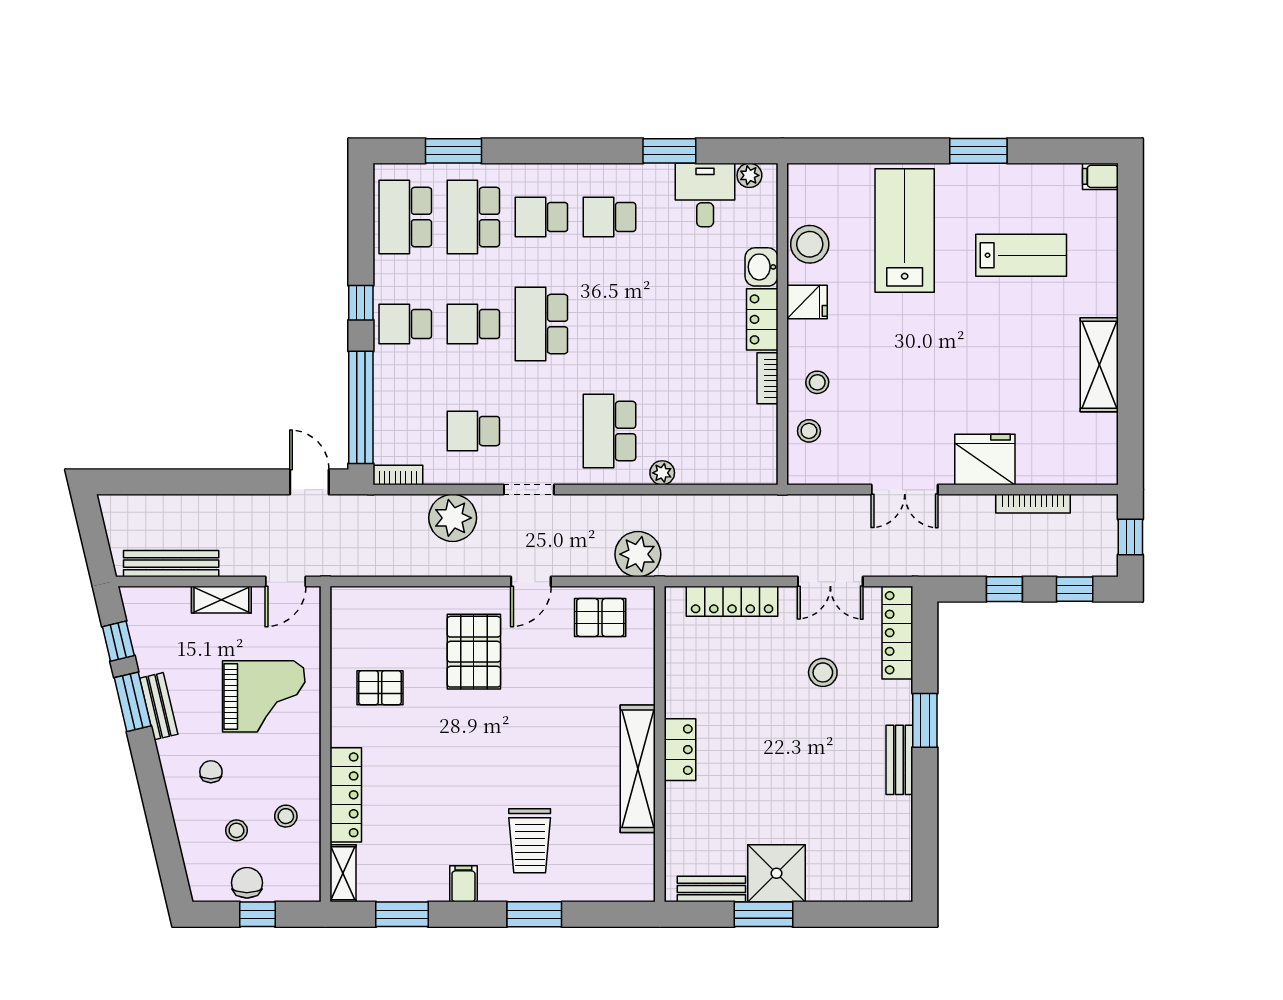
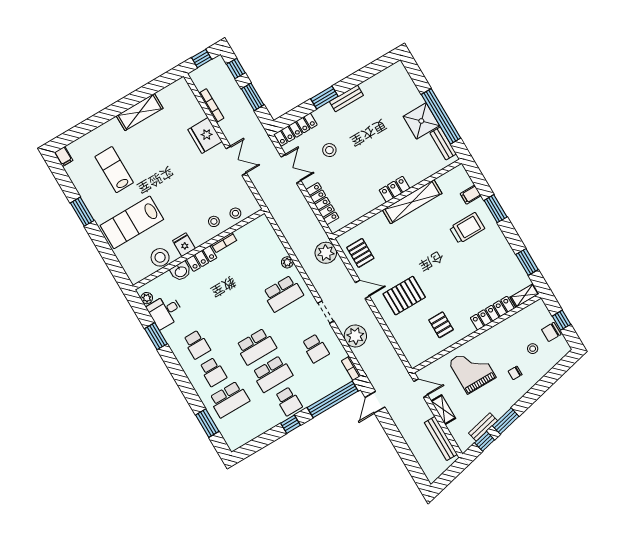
school desk: (405, 217) -> (245, 427), removed
school desk: (473, 324) -> (272, 374), width x1.85
window: (1004, 589) -> (253, 97), width x1.50
bench: (159, 706) -> (483, 427), moved
stool: (286, 816) -> (515, 332), removed
filing cabinet: (463, 884) -> (471, 195), moved
window: (764, 914) -> (441, 116), width x2.11

